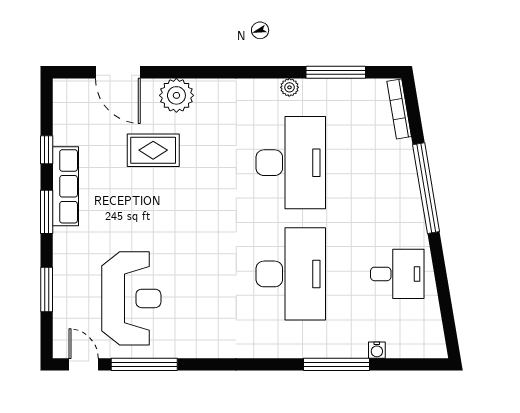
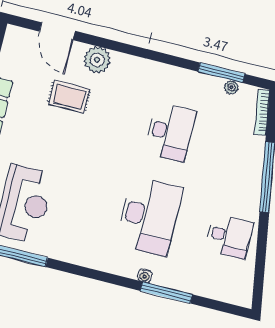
plant: (289, 87) -> (231, 87), moved
desk: (291, 163) -> (170, 132), width x0.73, depth x0.77
water cooler: (377, 350) -> (145, 276), moved

